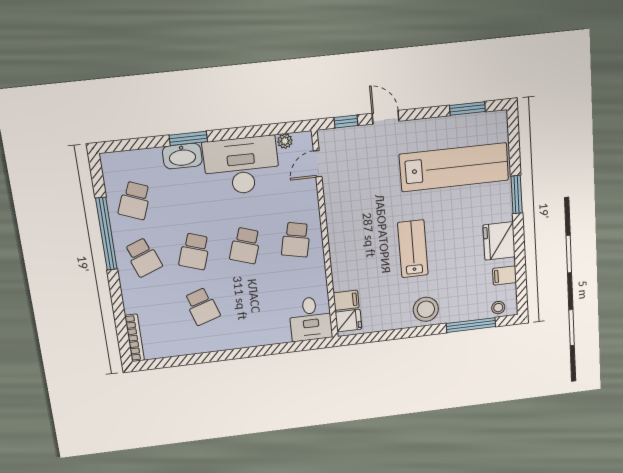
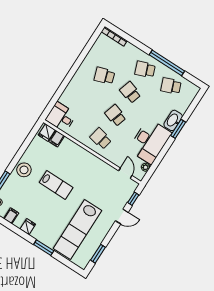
school desk: (135, 200) -> (171, 86), turned -42
fridge: (499, 241) -> (28, 227), width x0.53, depth x0.75

